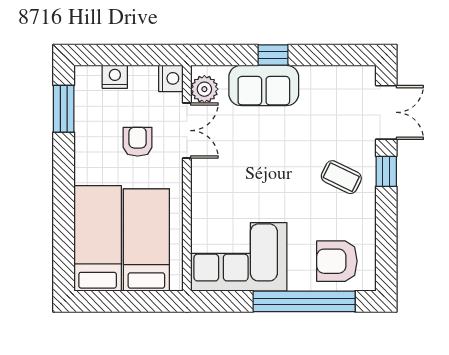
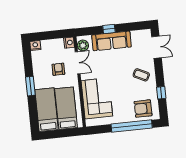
nightstand: (115, 77) -> (35, 45), moved
sofa: (264, 85) -> (111, 41), width x1.36
window: (64, 109) -> (30, 86), moved
window: (386, 171) -> (161, 93), moved
corner sofa: (239, 257) -> (97, 98), moved, turned 90

